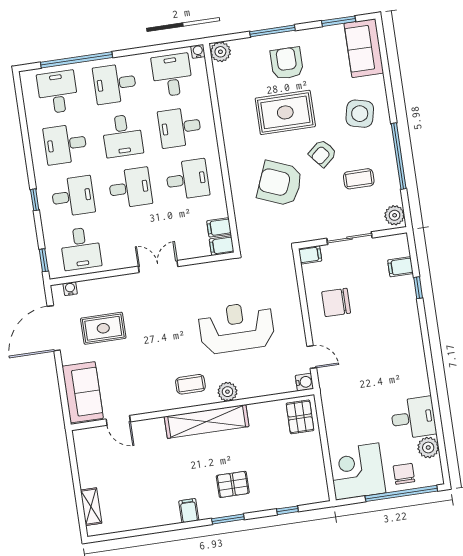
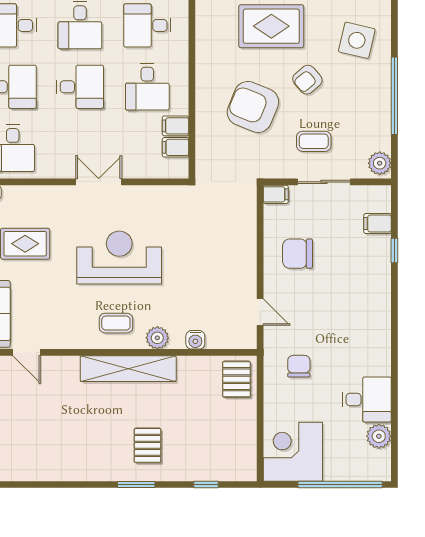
desk: (187, 179) -> (147, 87), turned 90
coffee table: (359, 179) -> (314, 141), moved
filing cabinet: (222, 246) -> (175, 126), moved
reception desk: (236, 327) -> (119, 257), moved
water cooler: (304, 382) -> (195, 340), moved, turned 90
chair: (404, 474) -> (299, 366), moved
pallet: (233, 484) -> (148, 445), turned 90
filing cabinet: (189, 511) -> (93, 468), removed

